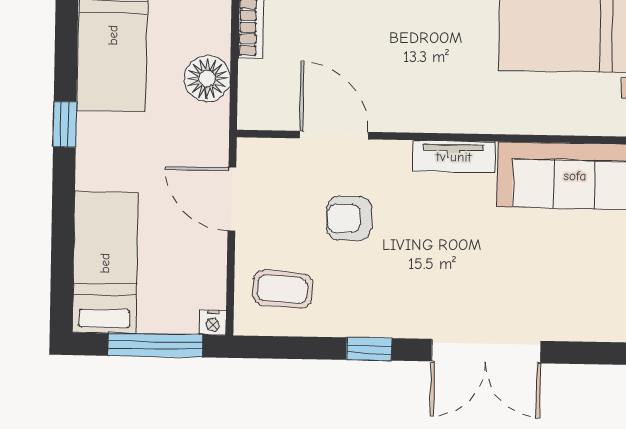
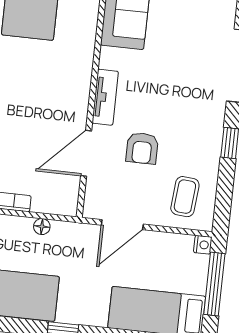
floor lamp: (207, 79) -> (42, 227), width x0.53, depth x0.53
tv unit: (454, 157) -> (105, 97), moved

